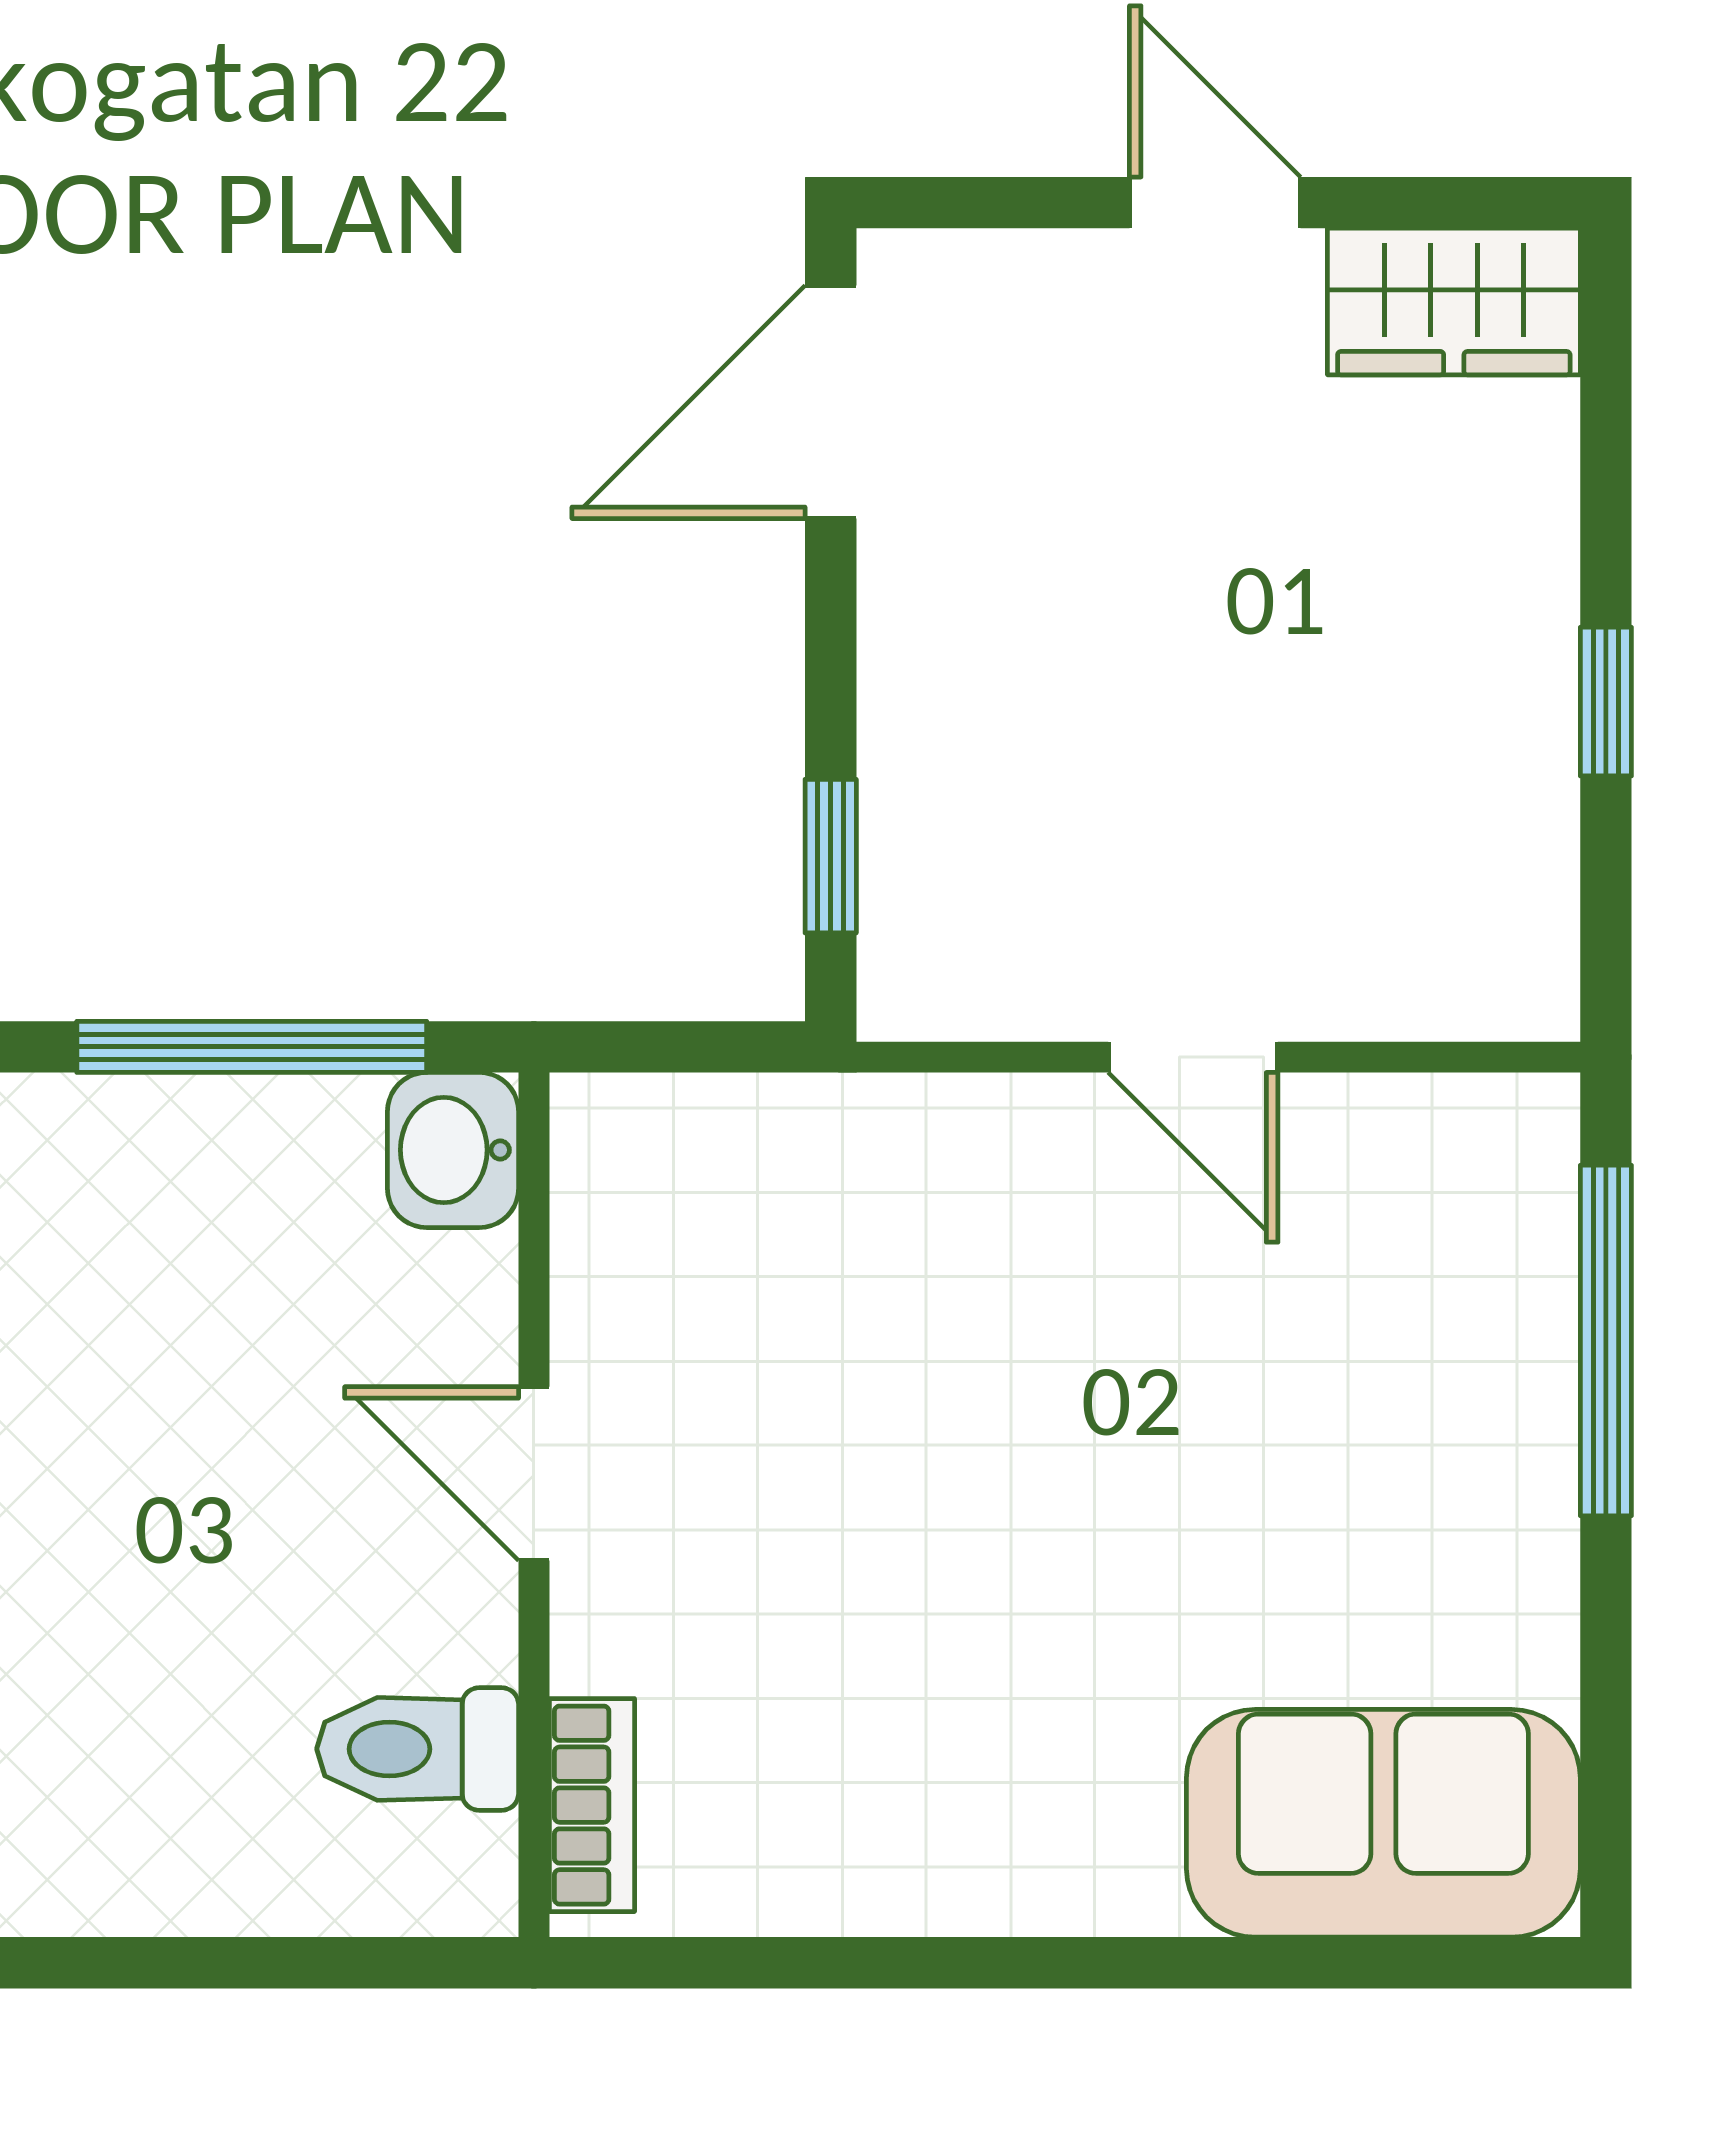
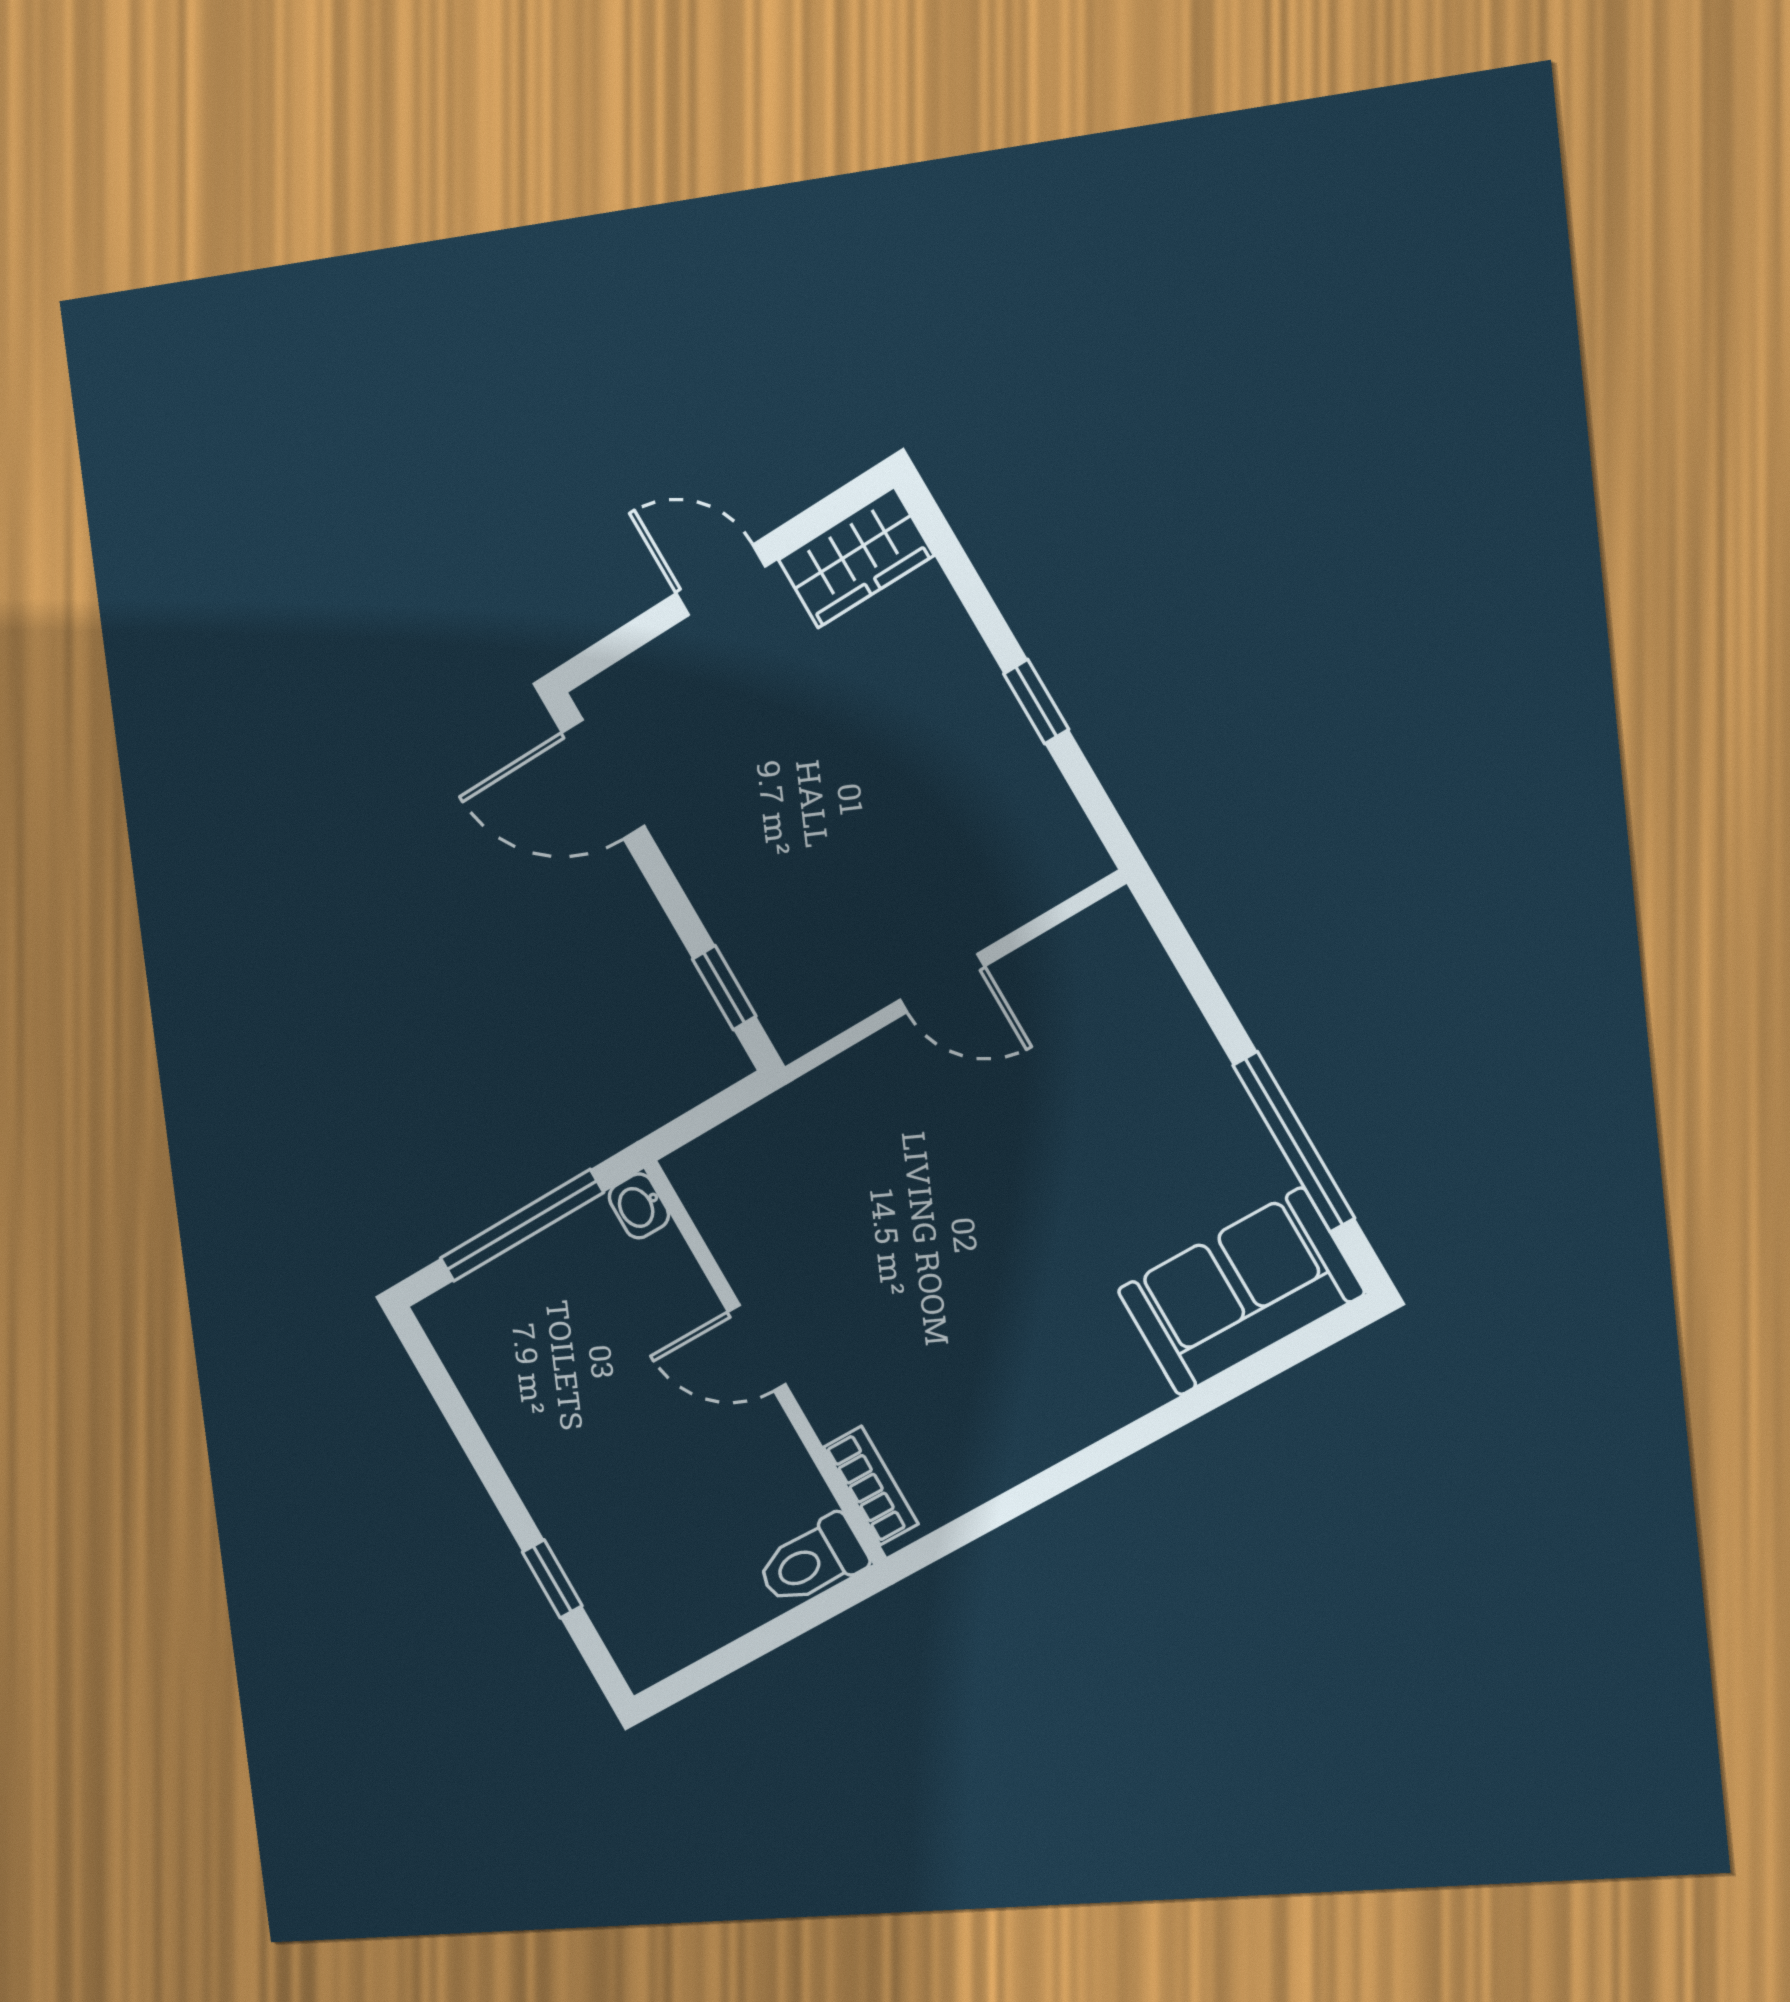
door: (831, 402) -> (603, 779), hinge flipped
washbasin: (453, 1150) -> (639, 1206), width x0.72, depth x0.69
window: (1606, 1341) -> (1294, 1142), moved
toilet: (418, 1749) -> (812, 1561), moved

